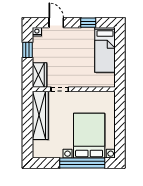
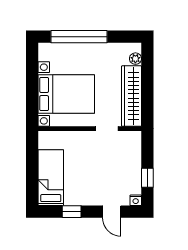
wardrobe: (40, 75) -> (132, 146), removed
bed with nightstands: (89, 136) -> (66, 94), moved, turned -90
plant: (37, 145) -> (135, 59), added

